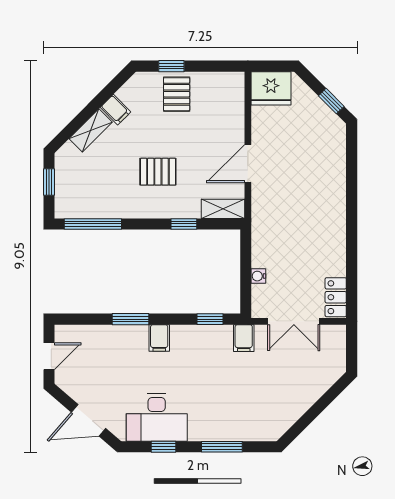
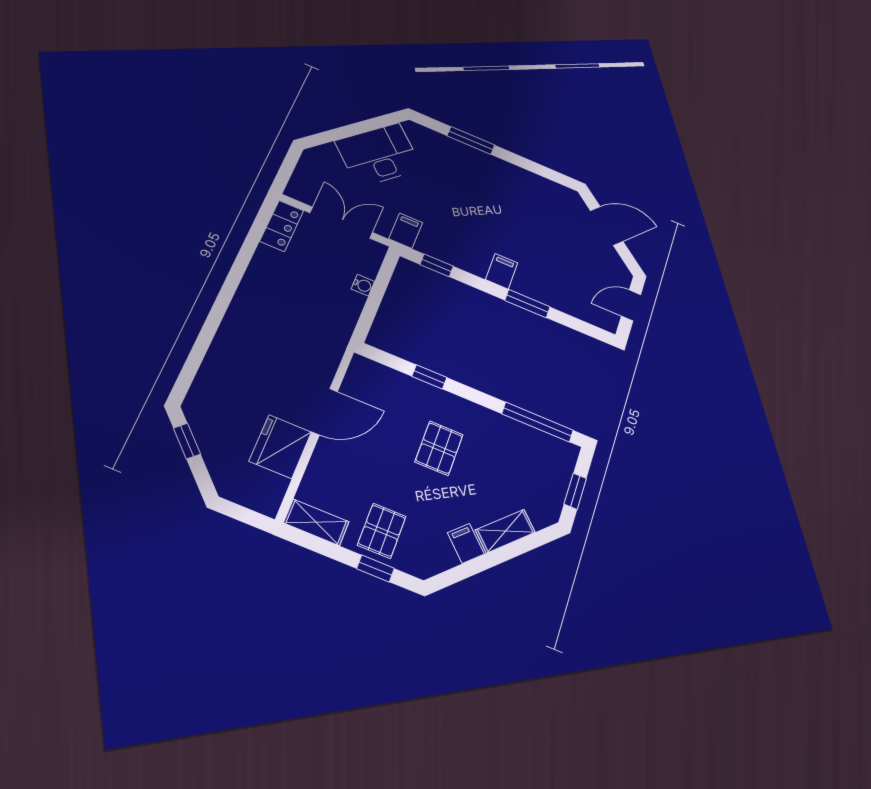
fridge: (271, 88) -> (280, 447), moved, turned -90
pallet: (158, 172) -> (439, 448), turned 90
shelving: (223, 209) -> (316, 522), moved
desk: (157, 417) -> (379, 155), moved, turned -45
window: (163, 447) -> (534, 167), removed

